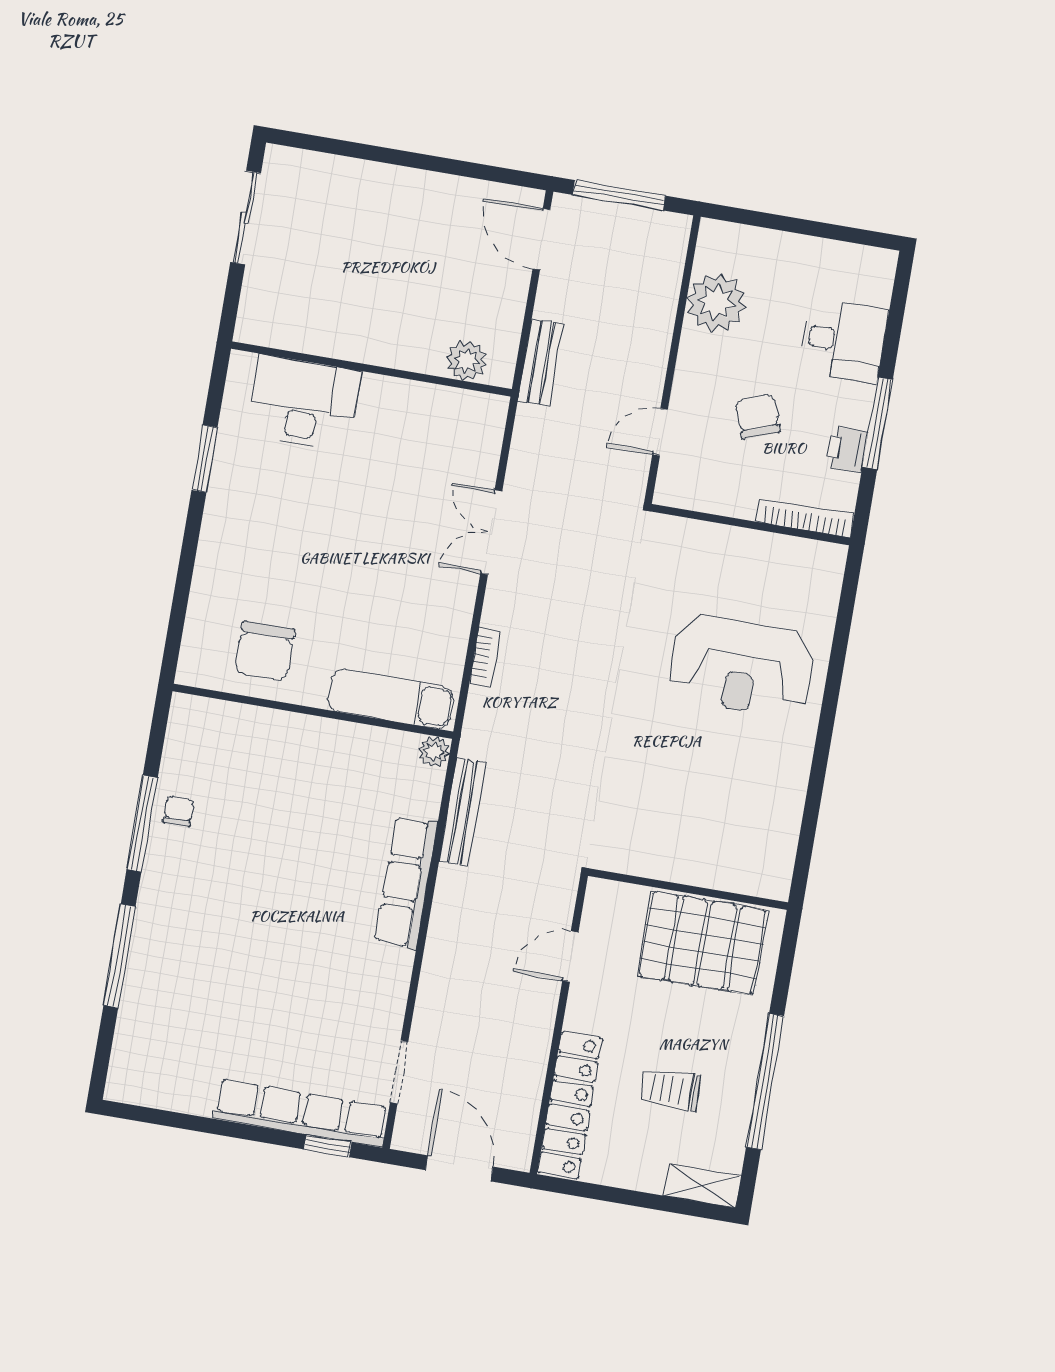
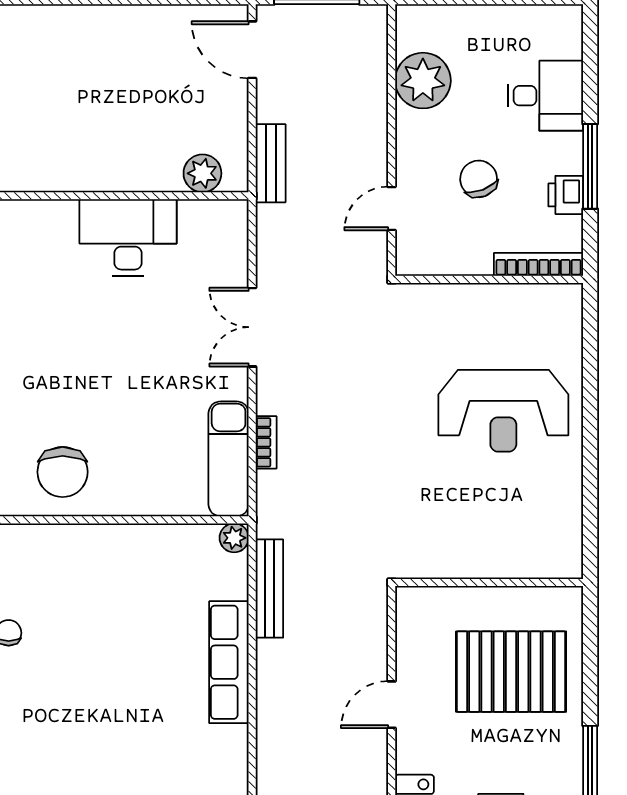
desk: (304, 403) -> (128, 237), moved
exam couch: (391, 699) -> (229, 459), moved, turned -90
wall: (688, 889) -> (489, 582), moved

